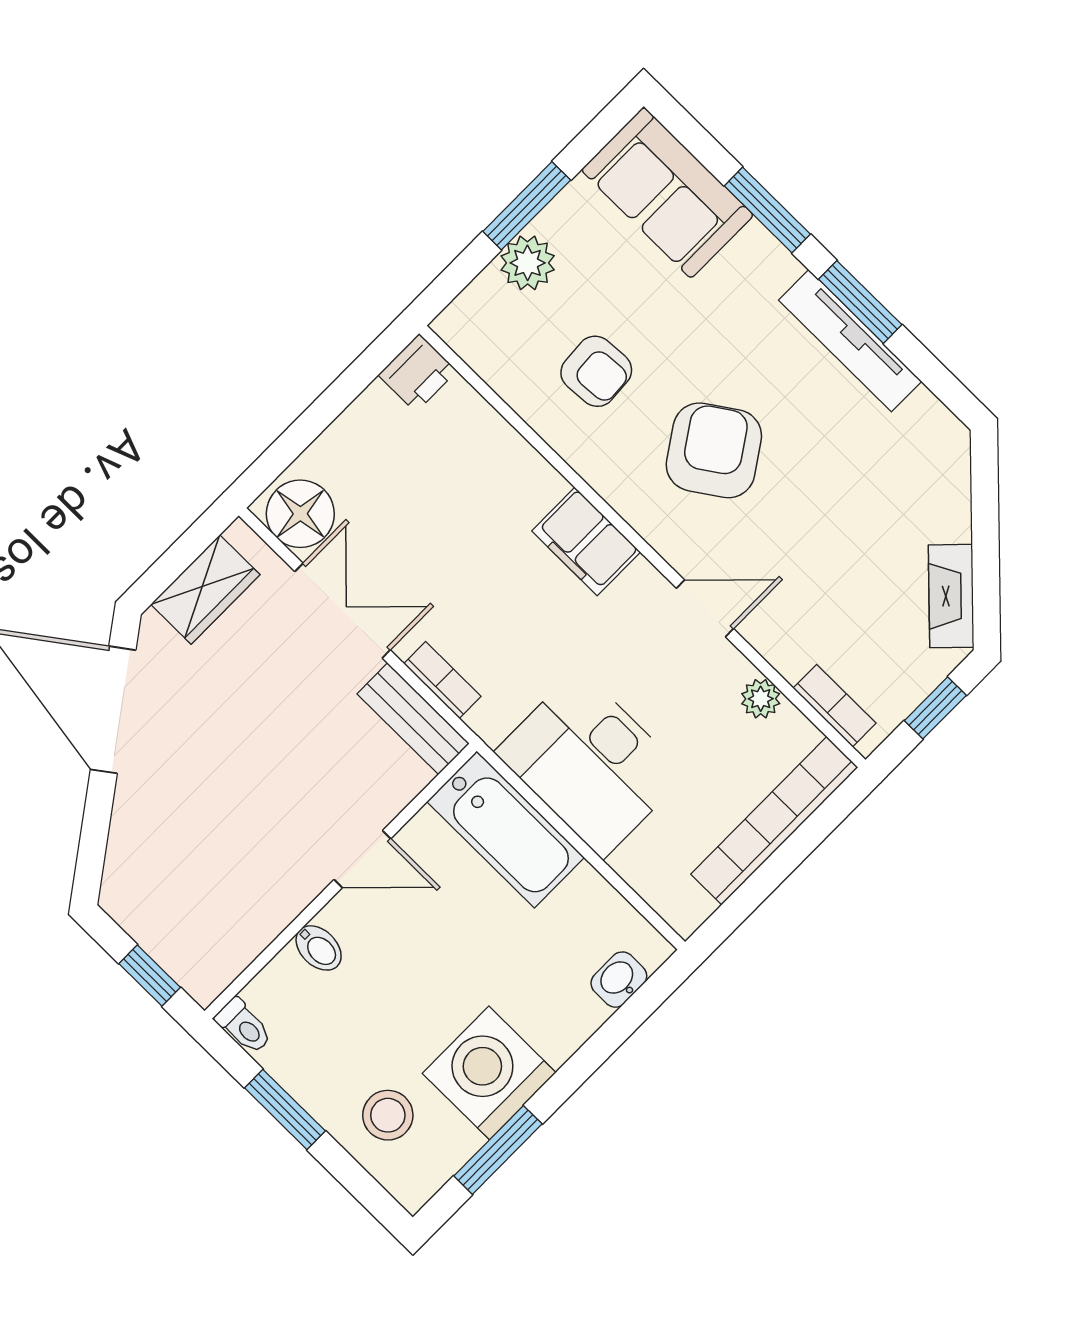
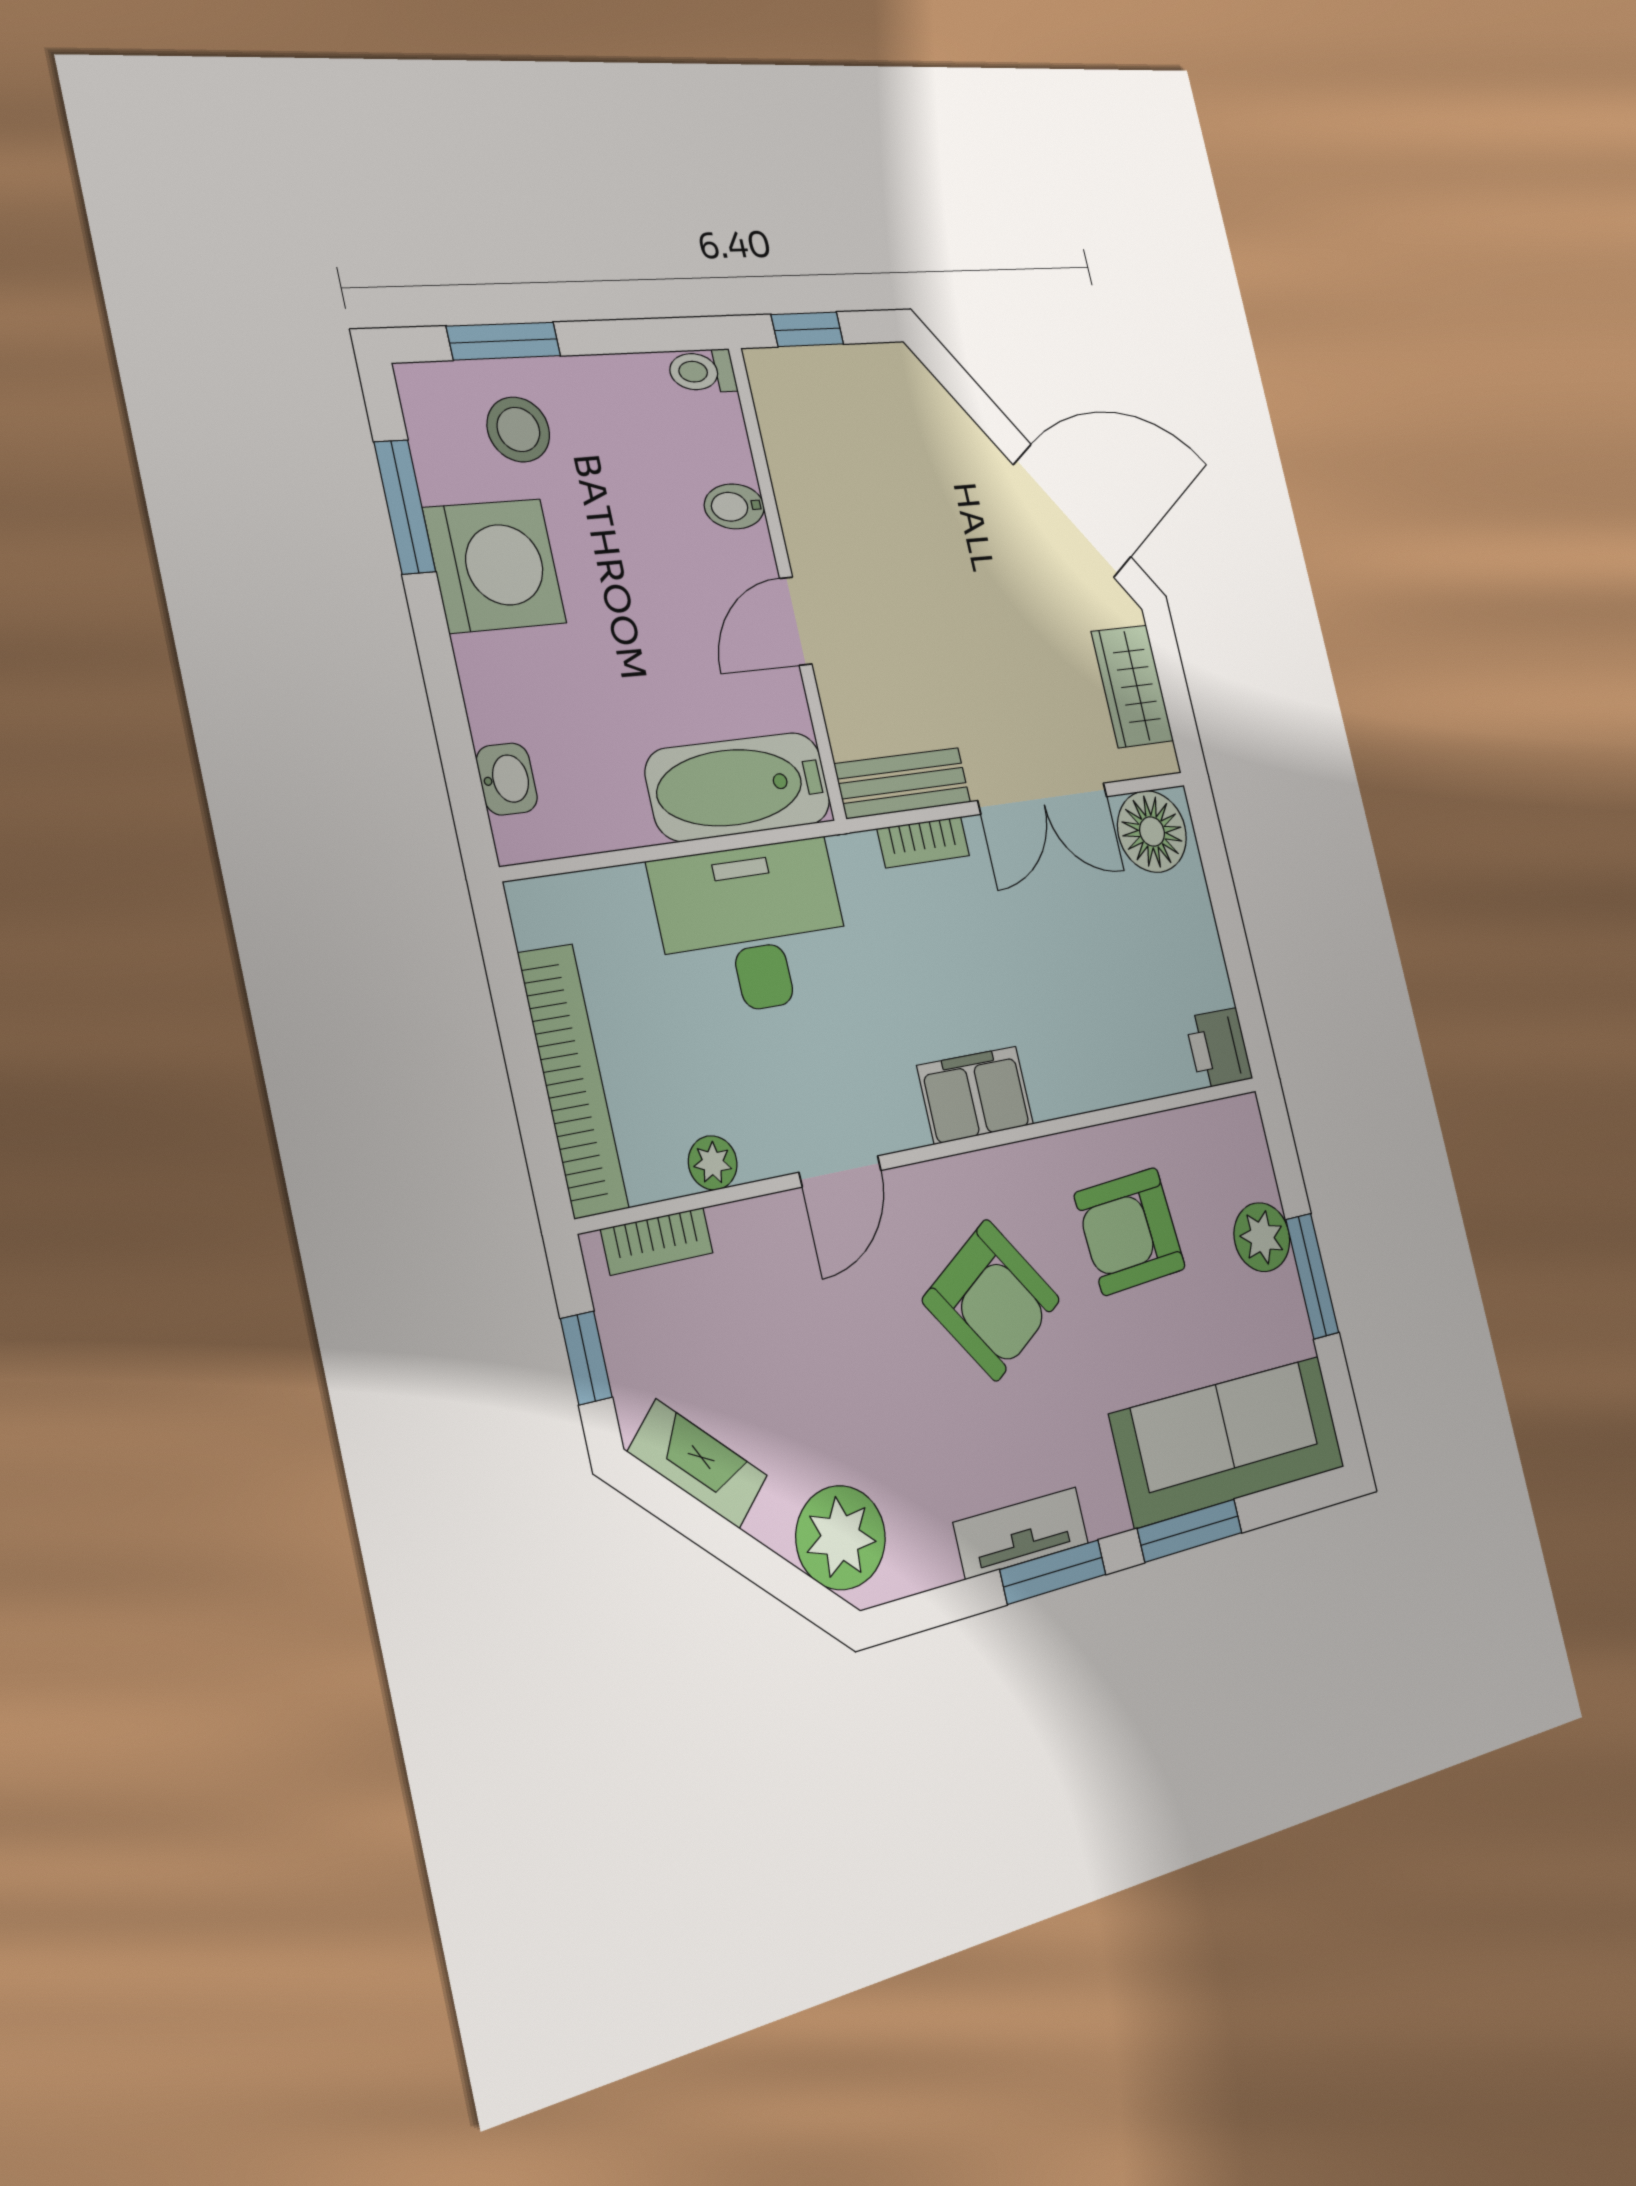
sofa: (667, 193) -> (1228, 1441), width x1.36
tv unit: (850, 341) -> (1021, 1533), width x0.71
armchair: (596, 371) -> (1130, 1231), width x1.38, depth x1.38
plant: (934, 471) -> (841, 1538), added
window: (285, 1109) -> (504, 341), moved

